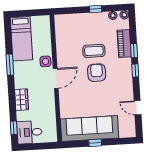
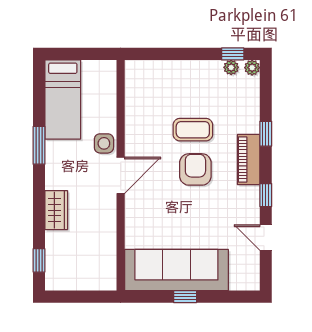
window: (96, 9) -> (233, 54), moved
piano: (124, 44) -> (249, 160), moved
window: (135, 71) -> (266, 195), moved
desk: (30, 132) -> (67, 270), removed

